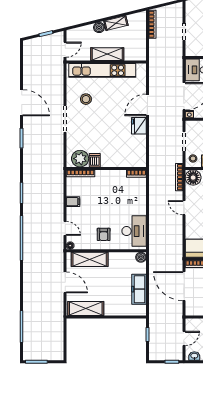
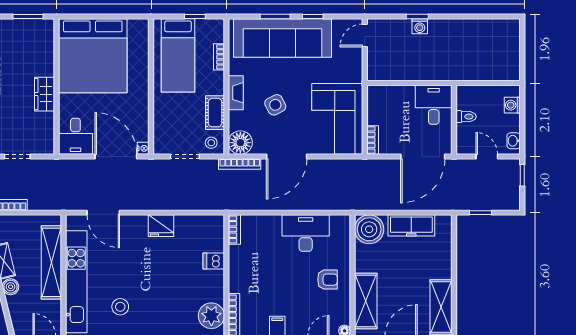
shelving: (107, 54) -> (51, 262), width x1.47
door: (147, 105) -> (103, 213), moved
dishwasher: (95, 160) -> (214, 261), moved
door: (184, 208) -> (287, 157), width x1.88
desk: (134, 231) -> (306, 233), moved
boiler: (141, 257) -> (369, 229), width x1.86, depth x1.86
door: (184, 286) -> (423, 157), moved

